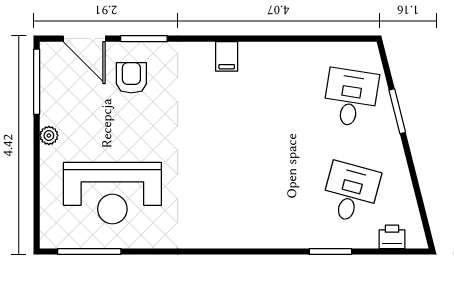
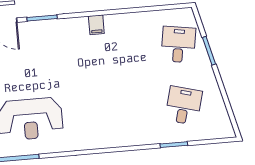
armchair: (131, 78) -> (36, 44), removed
printer: (392, 237) -> (213, 132), removed

